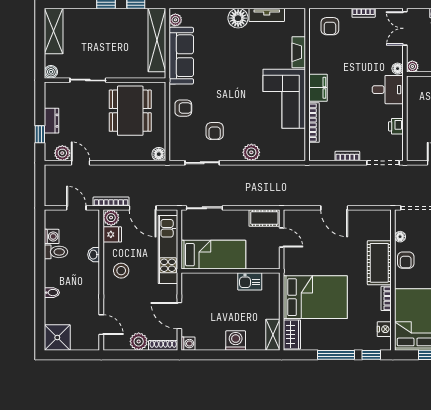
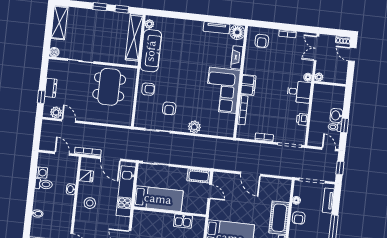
floor lamp: (238, 18) -> (237, 32), moved
floor lamp: (159, 154) -> (127, 121), removed
plant: (111, 218) -> (87, 163), removed

